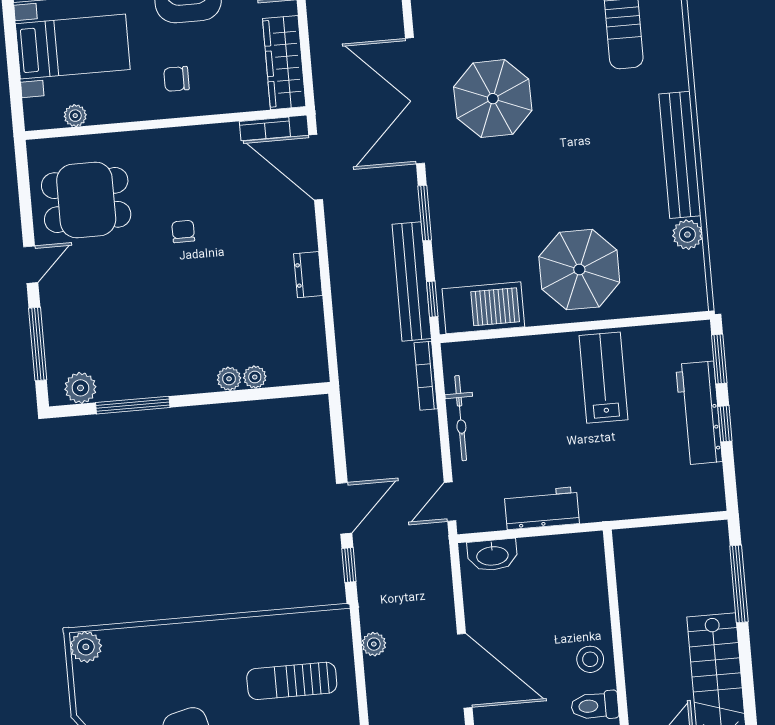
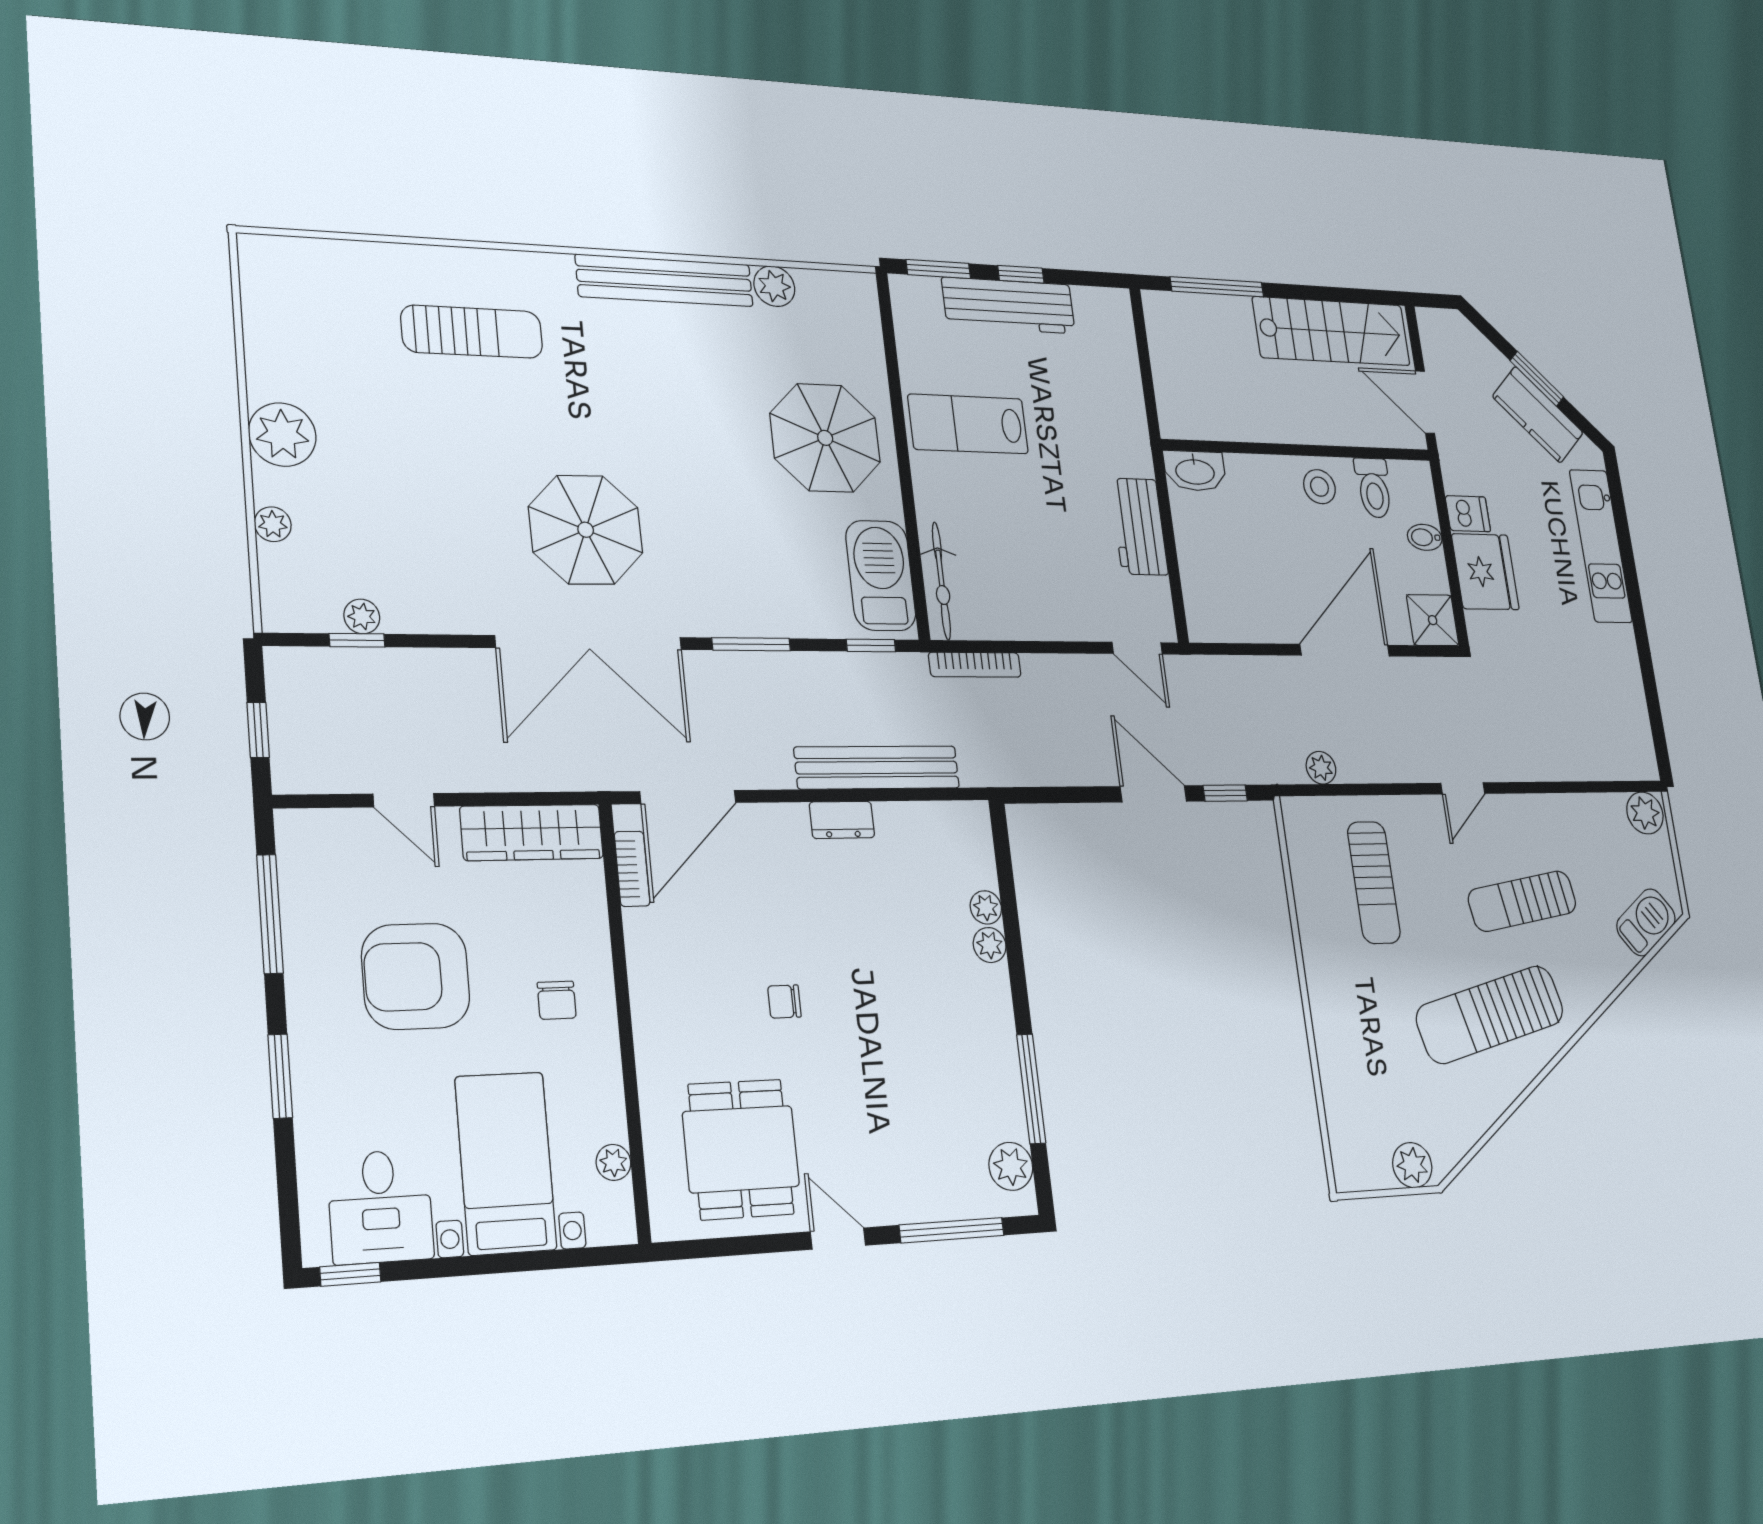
bench: (412, 281) -> (877, 768), moved
bicycle: (461, 418) -> (941, 581), moved, turned 90
washbasin: (492, 555) -> (1195, 471), moved, turned 90
plant: (86, 647) -> (1412, 1165), moved

